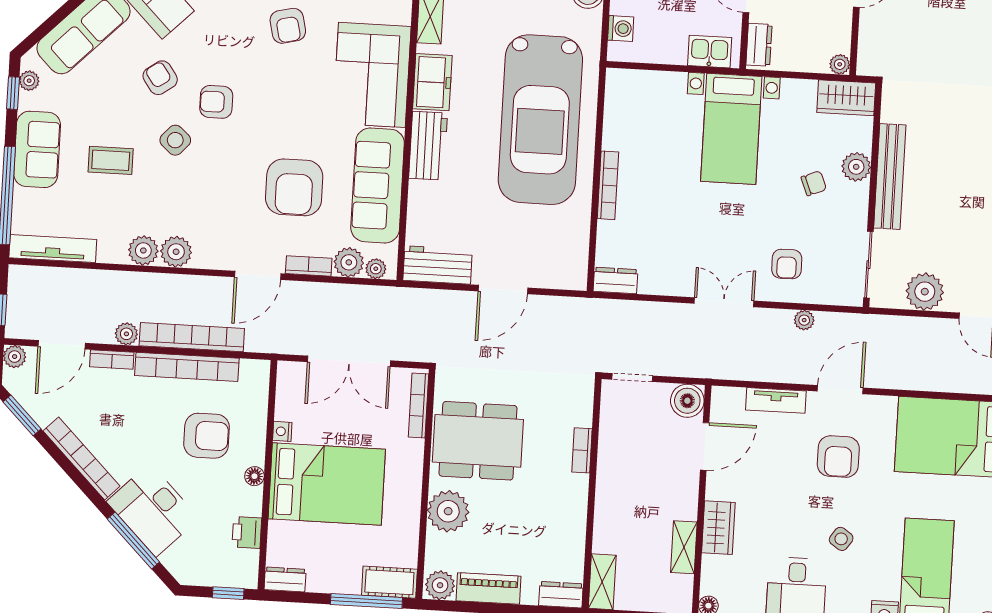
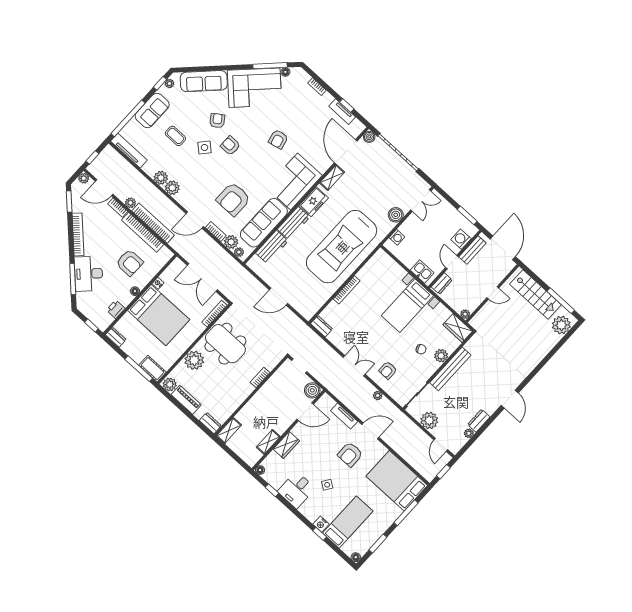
workbench: (438, 265) -> (272, 247), moved, turned 90

